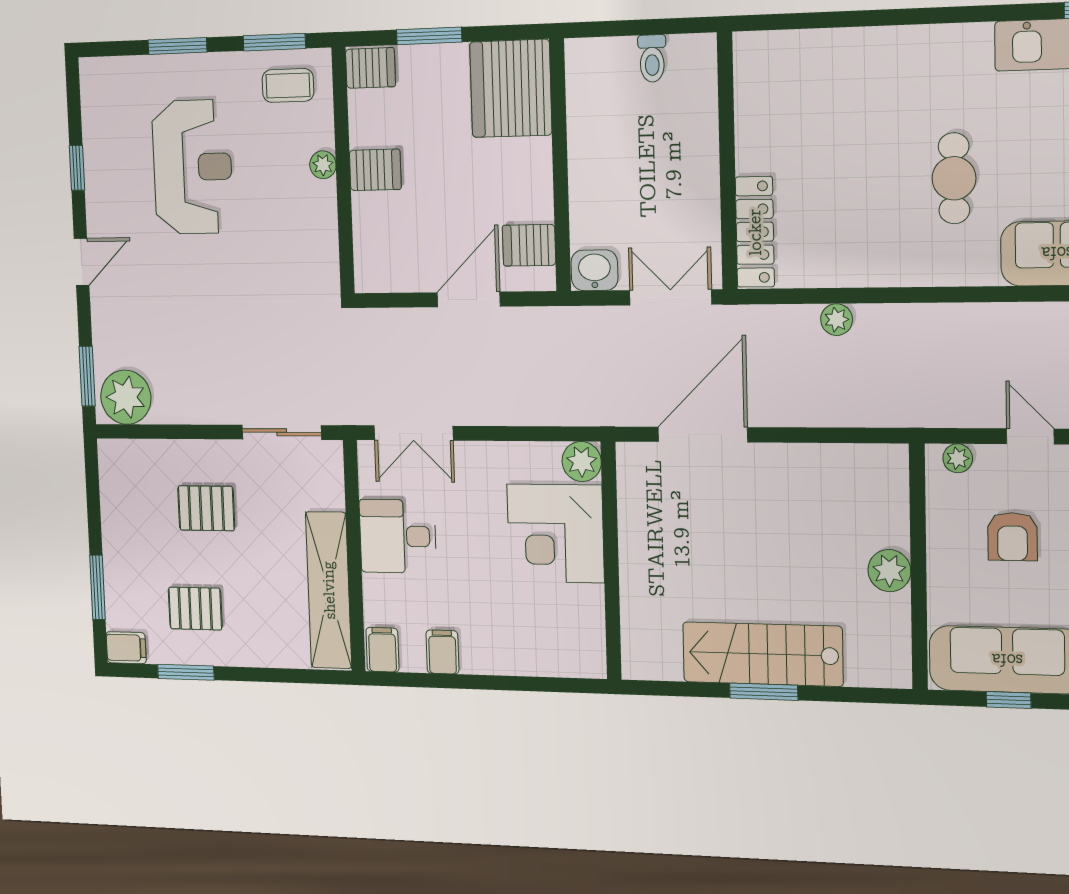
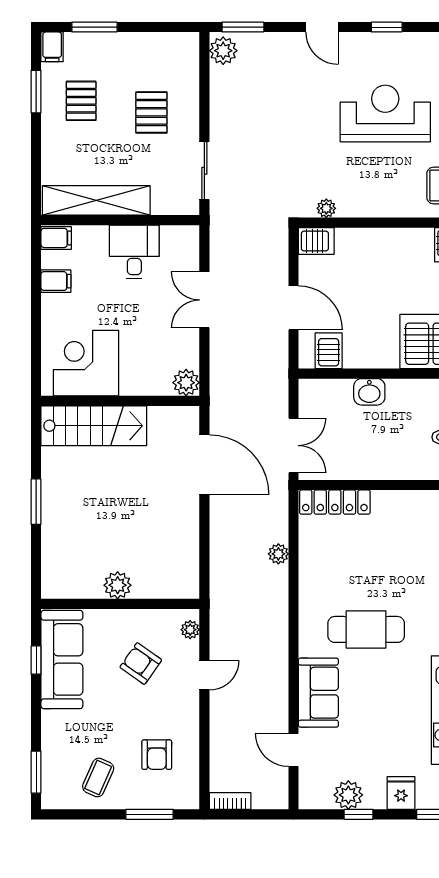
plant: (323, 165) -> (326, 208), moved
reception desk: (192, 167) -> (385, 113), turned 180
server rack: (375, 170) -> (316, 241), moved, turned -90
cafe table: (954, 178) -> (366, 629), width x1.37, depth x1.35
washbasin: (594, 270) -> (369, 392), moved, turned 90
plant: (126, 397) -> (223, 51), width x0.73, depth x0.73
double door: (413, 433) -> (204, 300), moved
corner desk: (556, 533) -> (86, 363), moved
armchair: (1012, 537) -> (141, 664), turned 35
stairs: (762, 654) -> (94, 426), moved, turned 90

